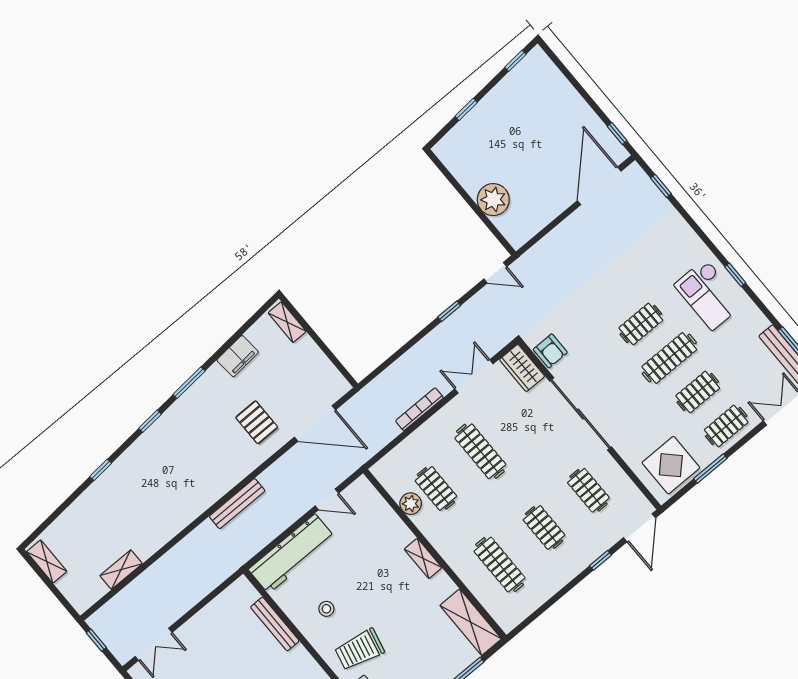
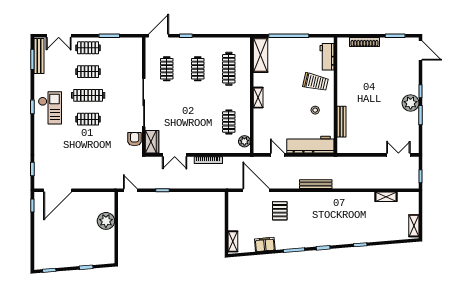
clothes rail: (480, 451) -> (198, 122), removed
display table: (671, 465) -> (124, 51), removed
plant: (411, 504) -> (244, 141), moved

